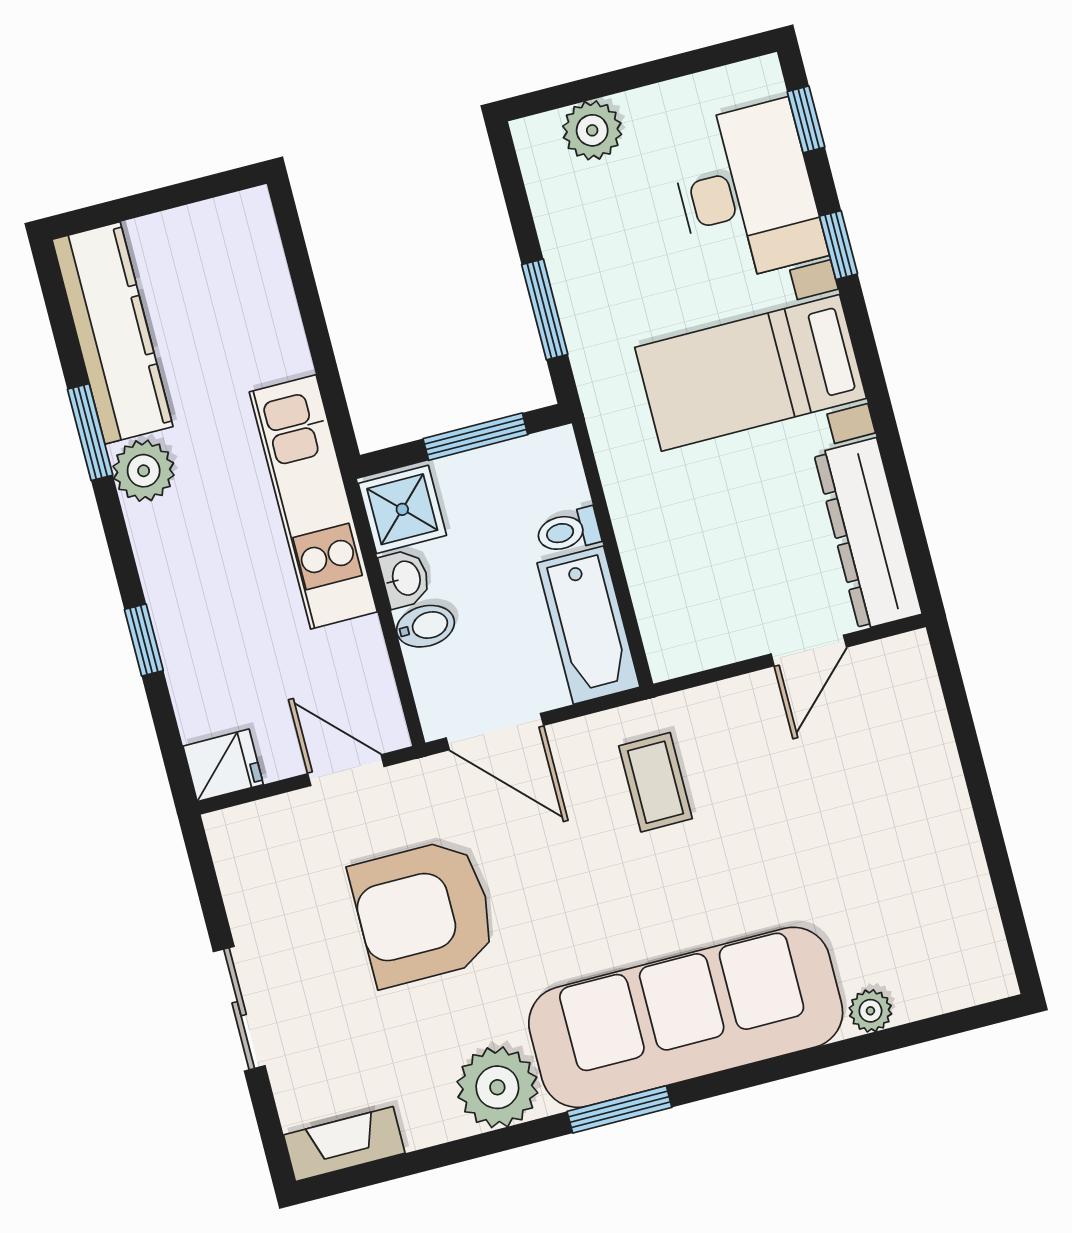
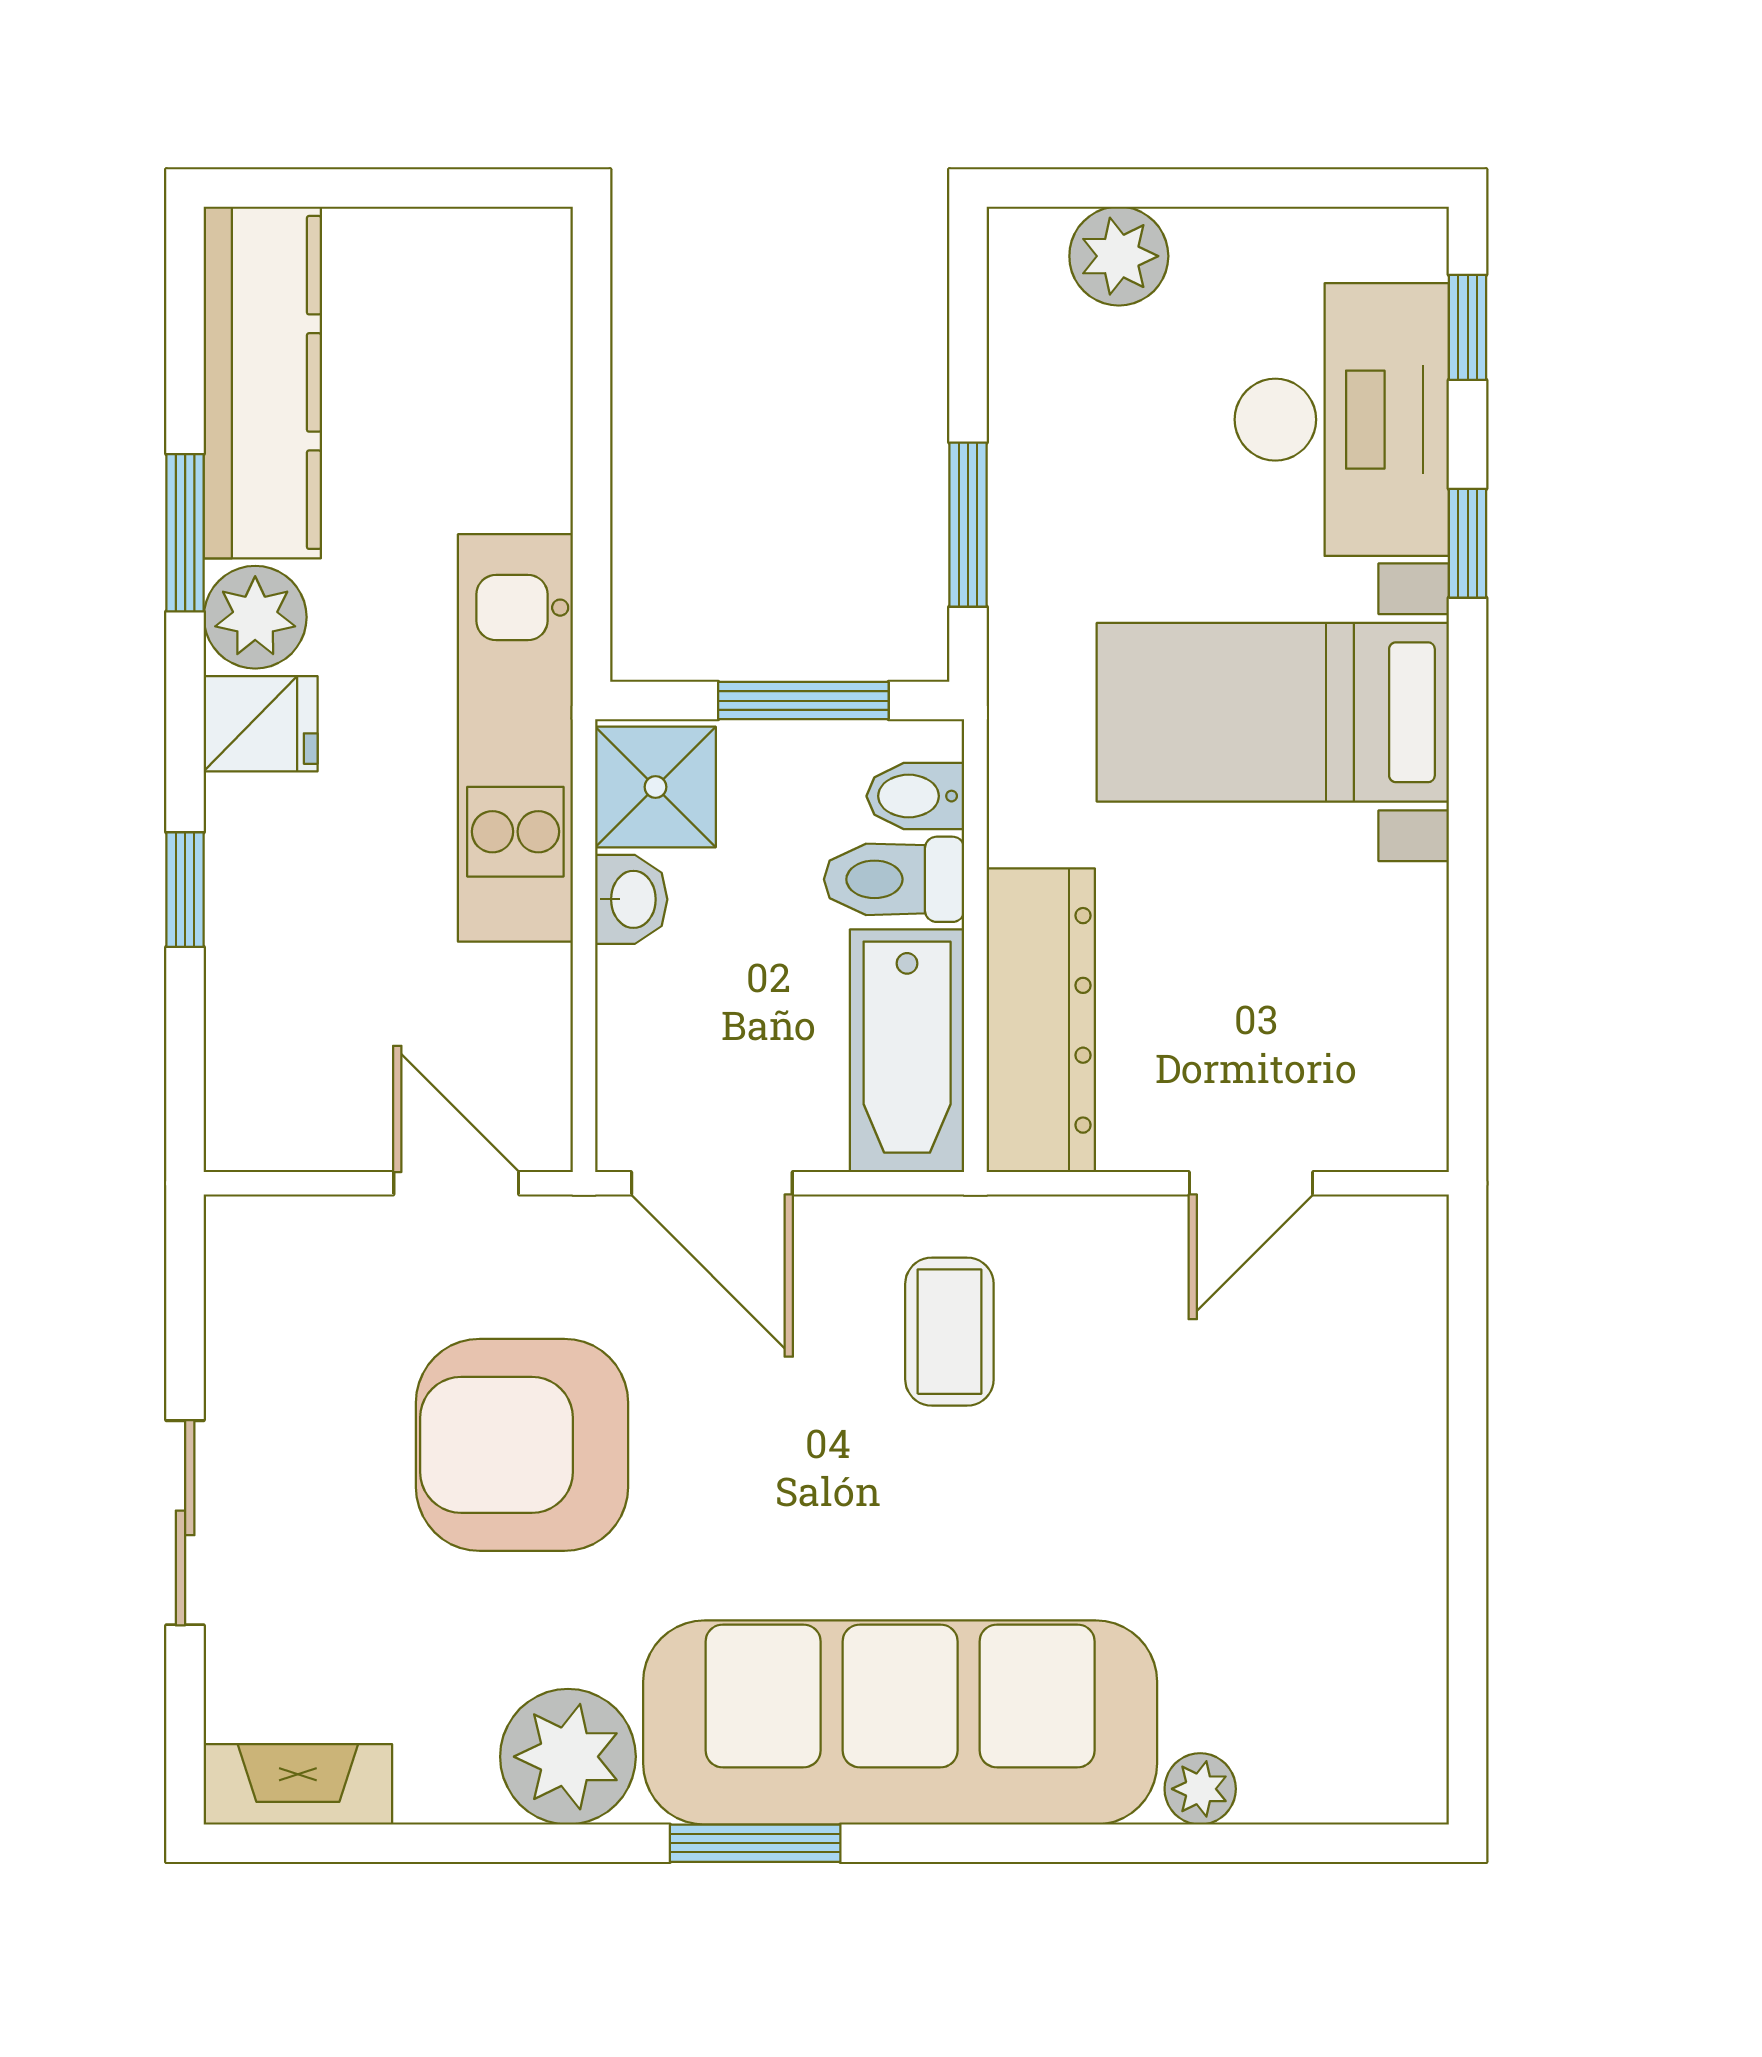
toilet: (568, 531) -> (894, 879), width x1.37, depth x1.39
dresser: (868, 534) -> (1041, 1020), moved, turned 180
bidet: (425, 626) -> (915, 796), moved, turned 180
fridge: (223, 765) -> (261, 724), moved

